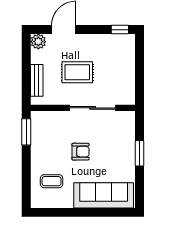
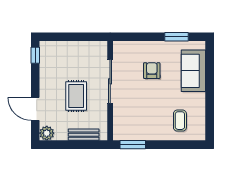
armchair: (81, 152) -> (152, 71), moved
window: (139, 153) -> (176, 37), moved
sofa: (104, 195) -> (193, 71), width x0.73

